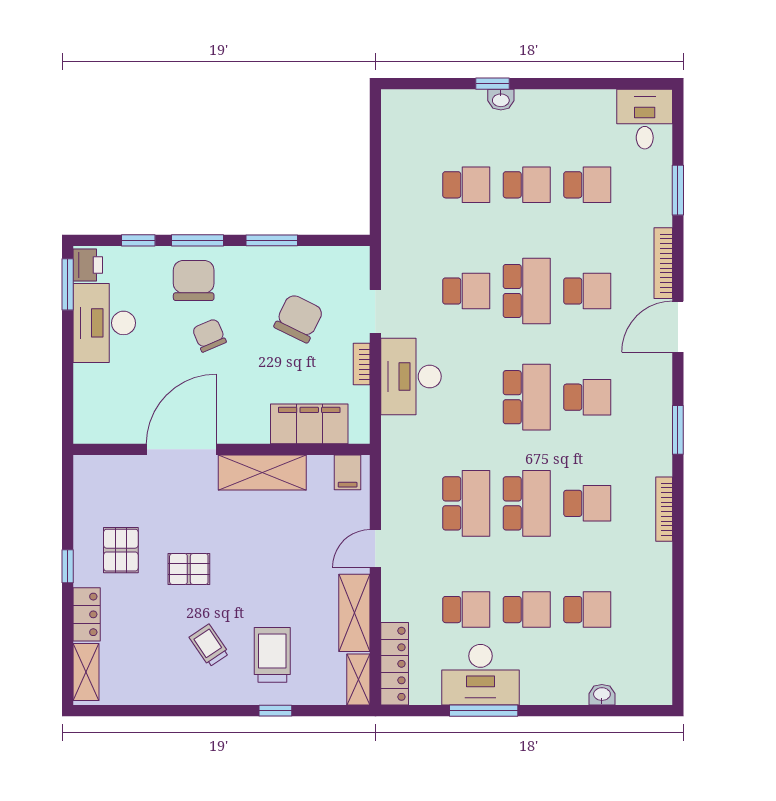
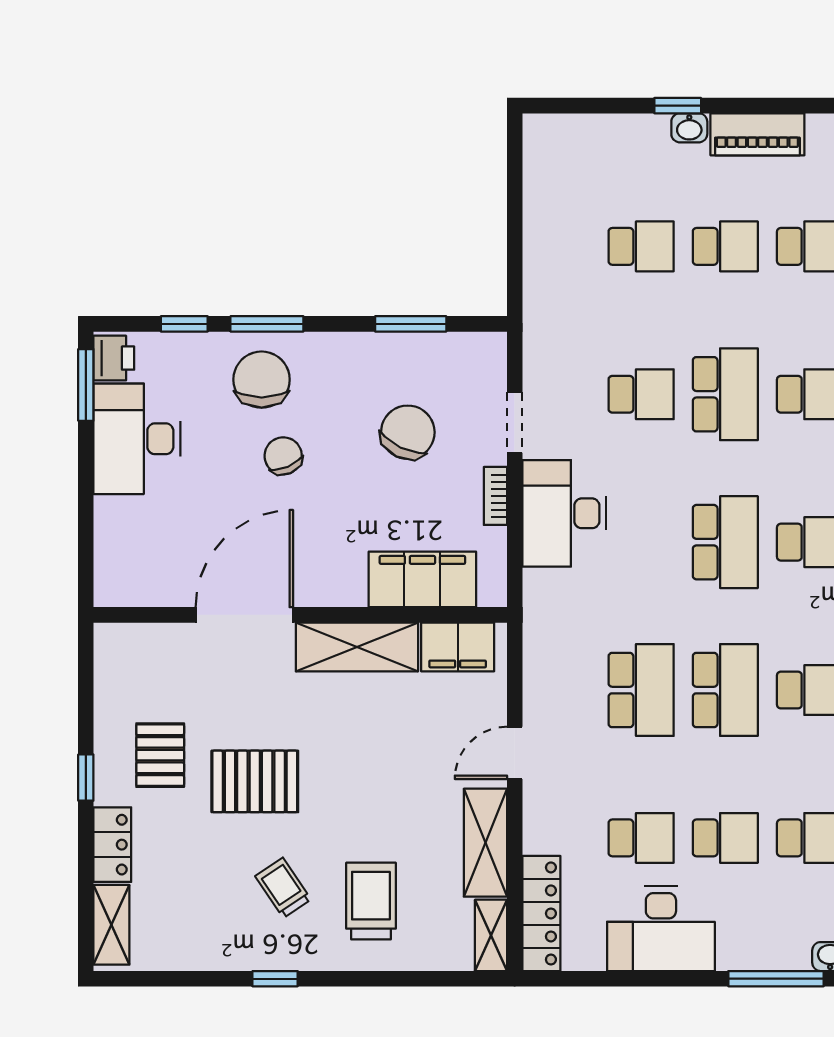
piano: (550, 104) -> (757, 134), added
window: (272, 240) -> (411, 324), moved
filing cabinet: (348, 472) -> (458, 647), width x2.00
pallet: (189, 569) -> (255, 781), width x1.50, depth x1.42
window: (275, 711) -> (275, 979), moved
window: (484, 711) -> (776, 979), moved

